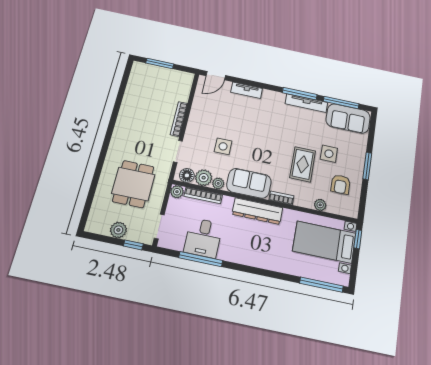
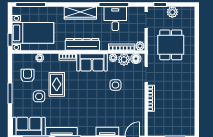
wardrobe: (252, 257) -> (80, 13), added

